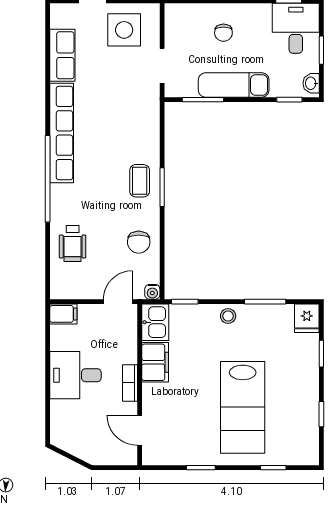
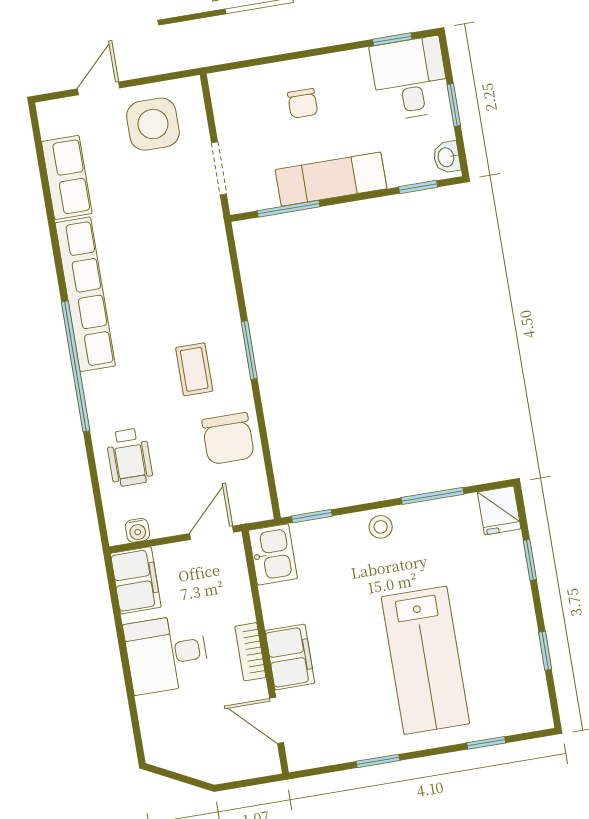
coffee table: (140, 181) -> (194, 369), moved
chair: (139, 242) -> (228, 439), width x1.37, depth x1.37
water cooler: (152, 292) -> (137, 530), moved
filing cabinet: (63, 314) -> (136, 580), width x2.00
filing cabinet: (155, 362) -> (290, 657), moved

